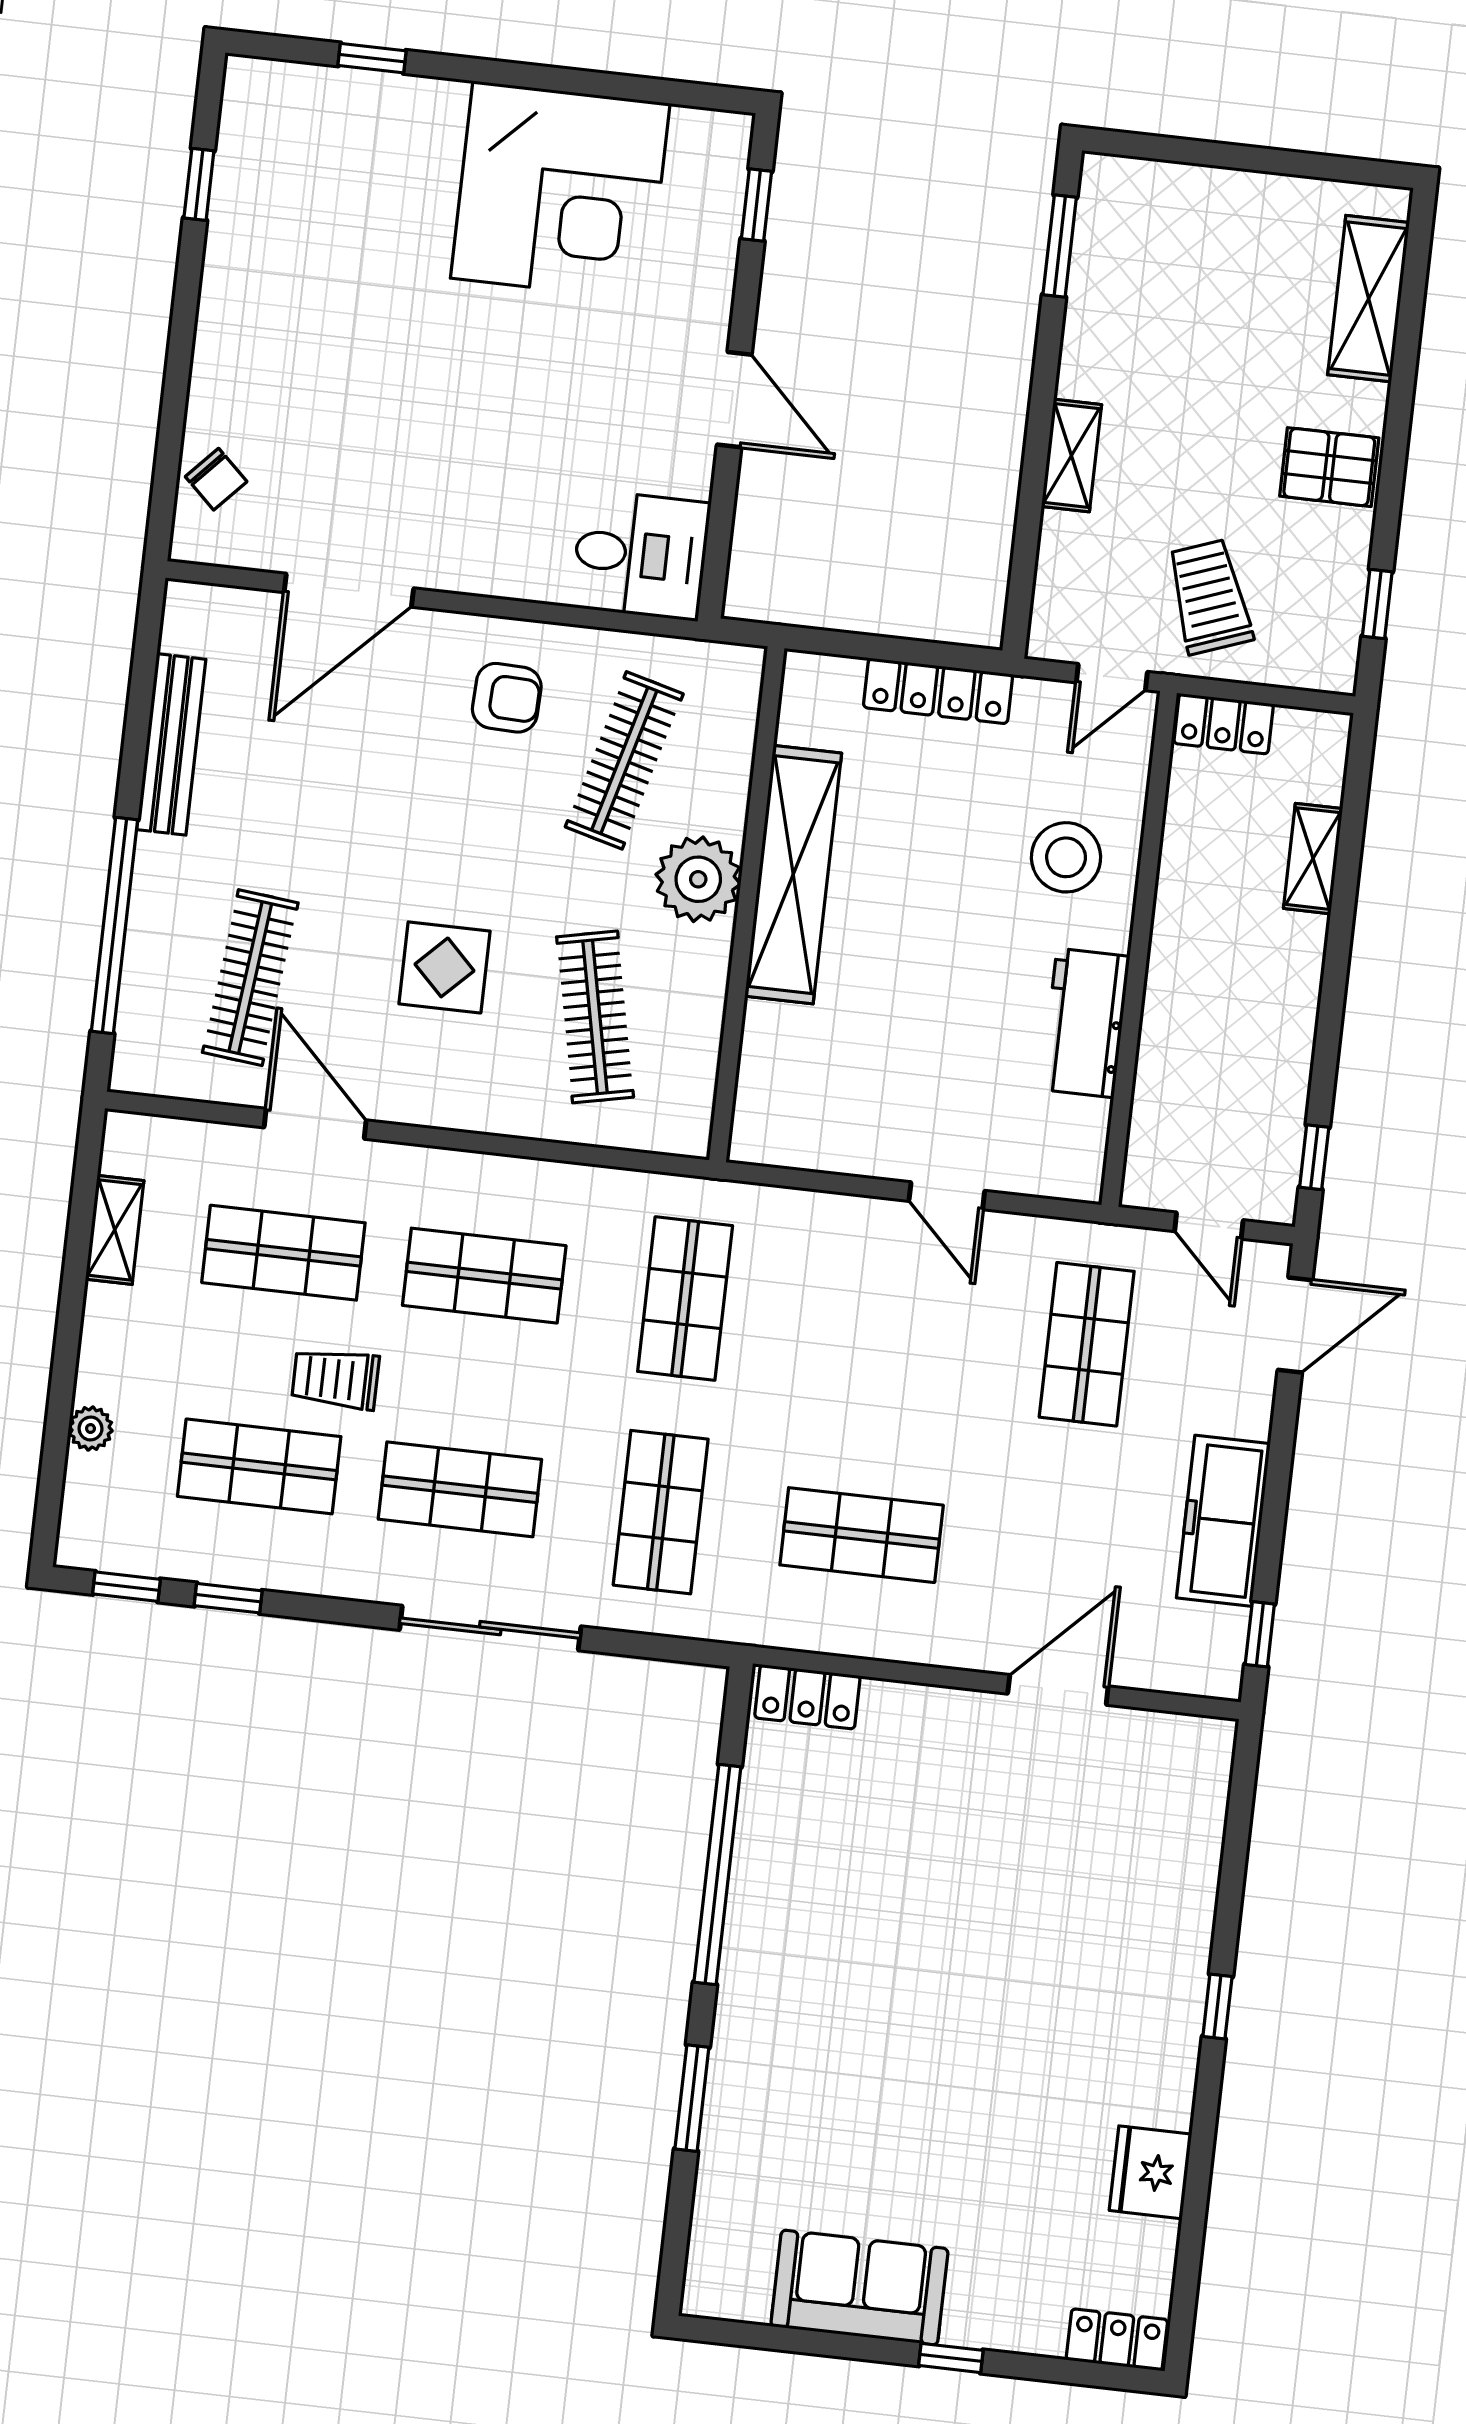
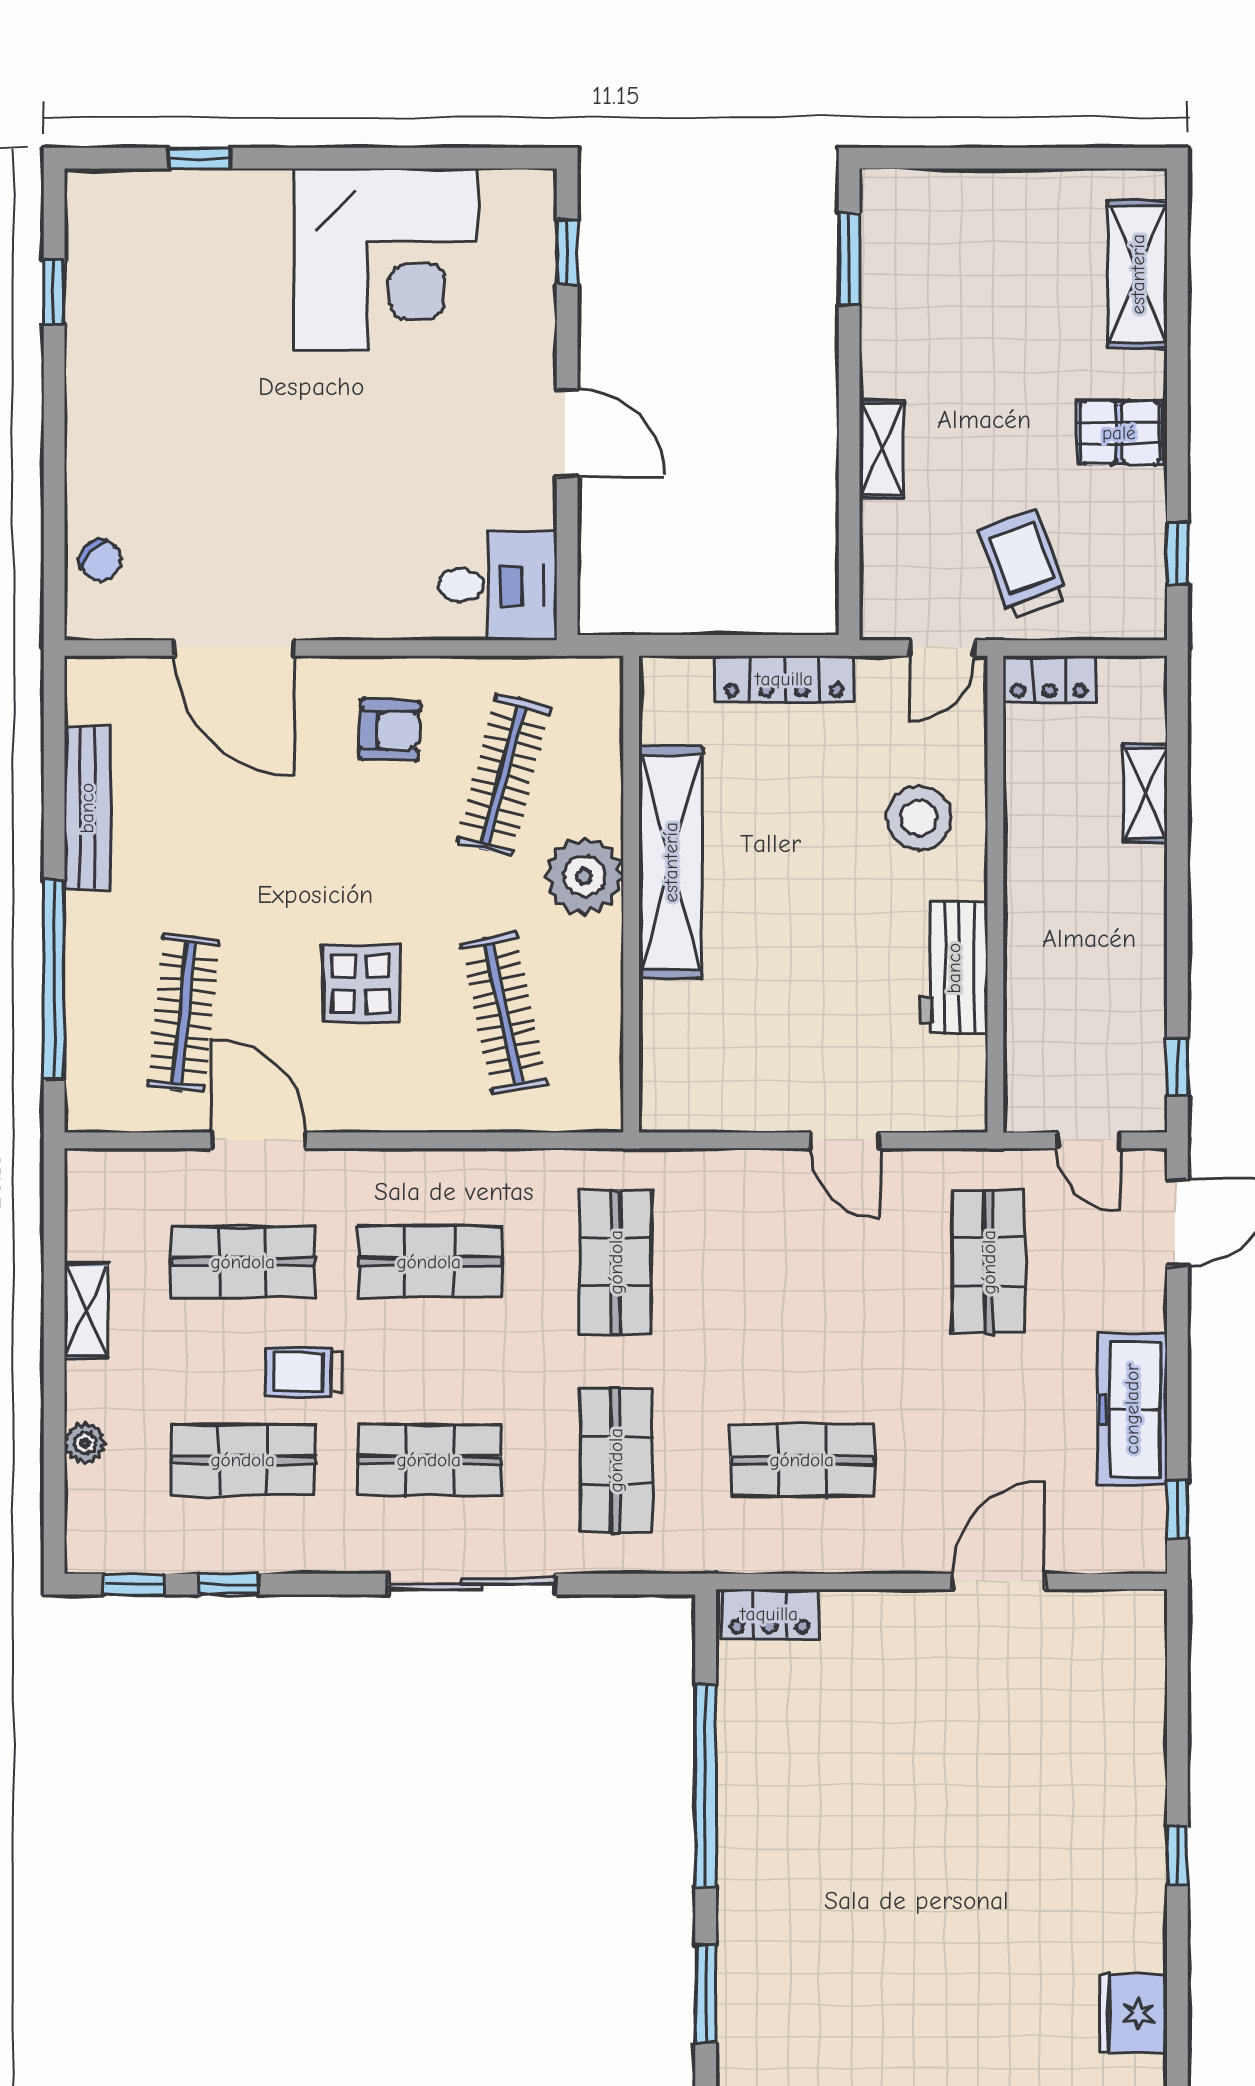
door: (349, 590) -> (234, 648), hinge flipped
shelving: (115, 1230) -> (86, 1310), moved

